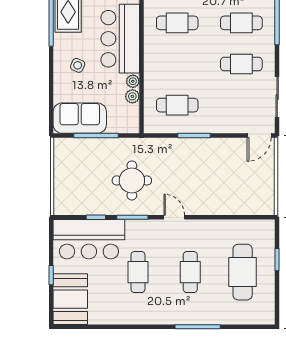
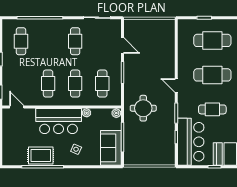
cafe table: (241, 23) -> (75, 84), moved
plant: (132, 96) -> (116, 113), moved
door: (259, 136) -> (122, 45), moved
round table: (132, 180) -> (143, 108), moved
door: (174, 217) -> (176, 85), hinge flipped
cafe table: (190, 272) -> (212, 75), width x1.37, depth x1.35

